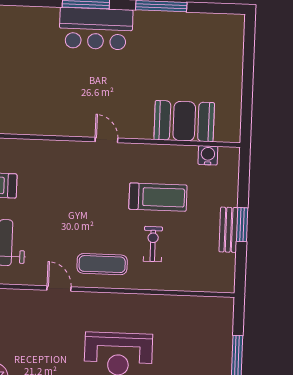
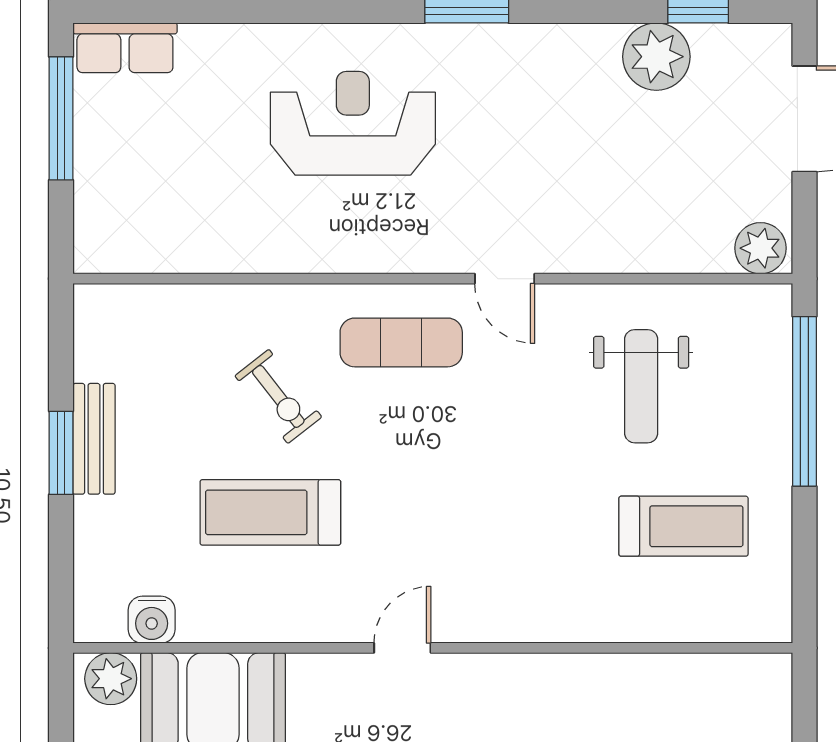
plant: (225, 132) -> (111, 679), added
door: (106, 140) -> (402, 648), swing flipped
exercise bike: (153, 244) -> (278, 396), turned -38

